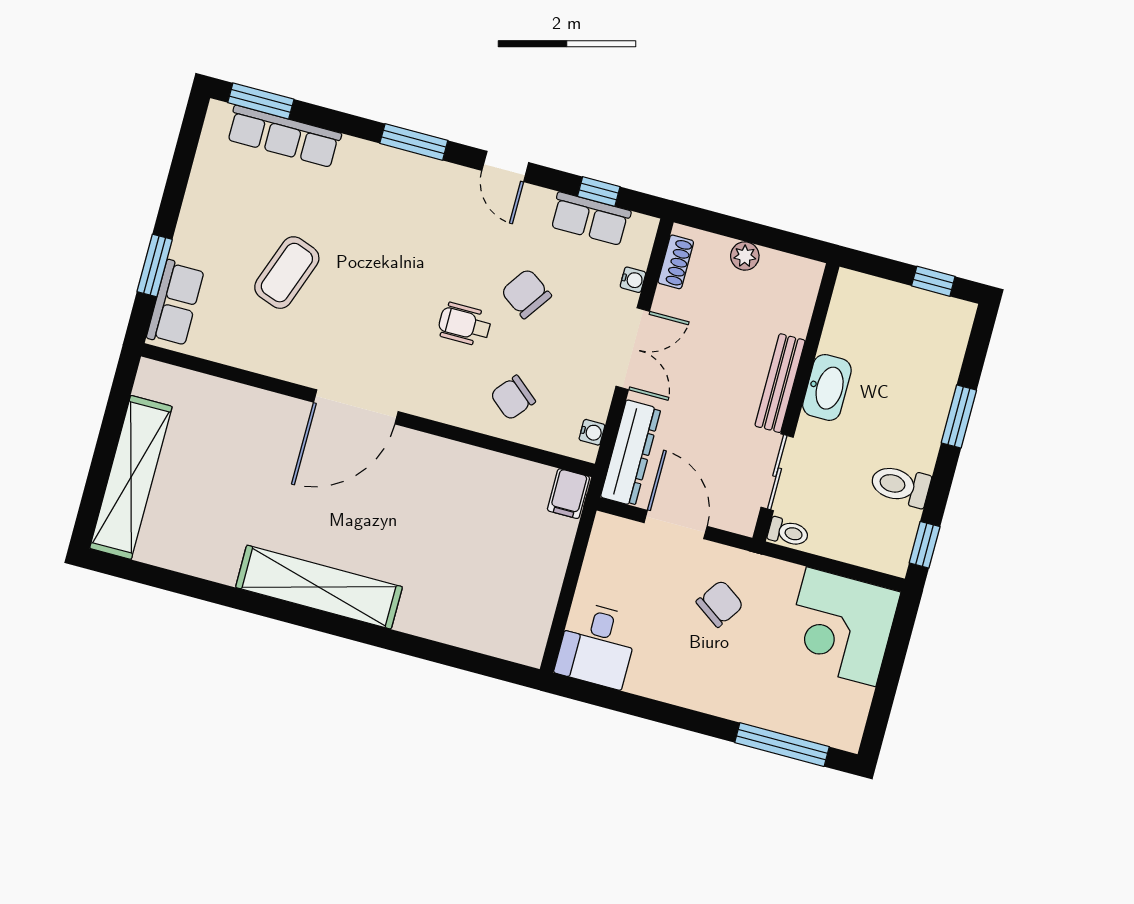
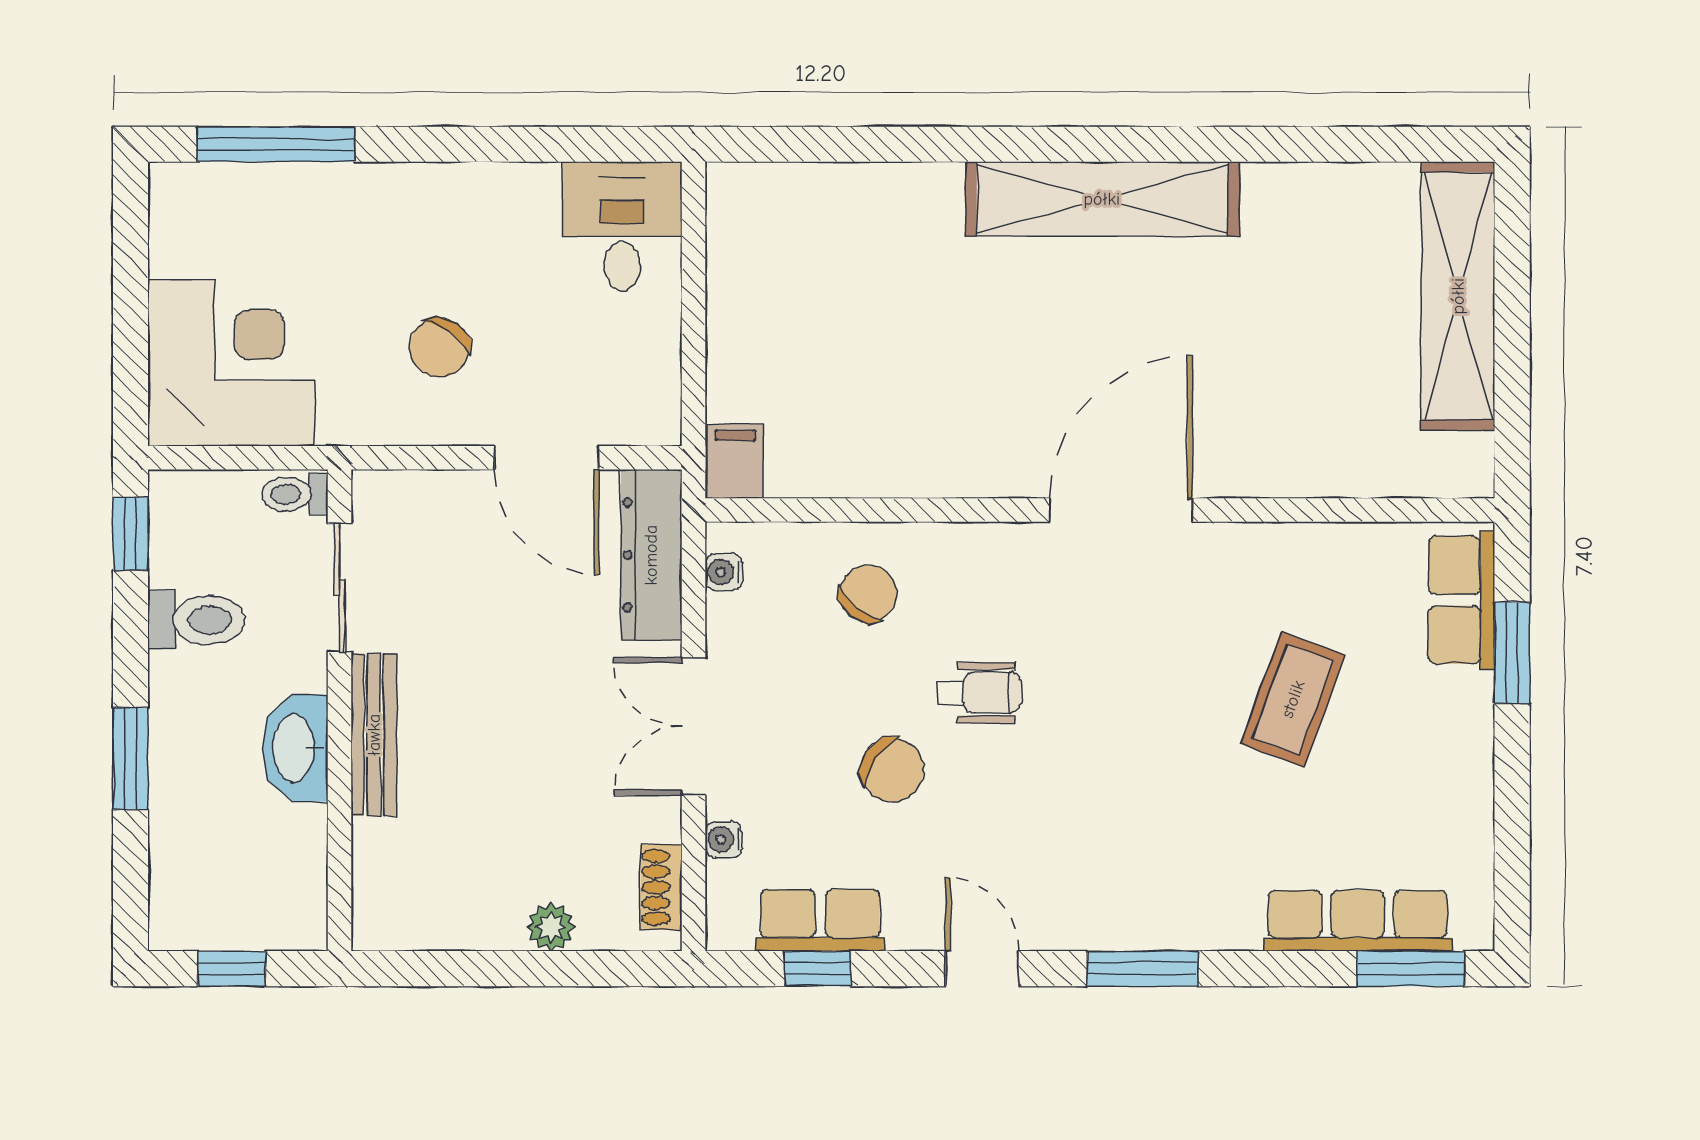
bench: (780, 383) -> (374, 735), moved
washbasin: (827, 387) -> (295, 748), moved
wall: (796, 402) -> (339, 710), moved
sliding door: (777, 472) -> (339, 588), moved
toilet: (788, 532) -> (295, 494), moved

